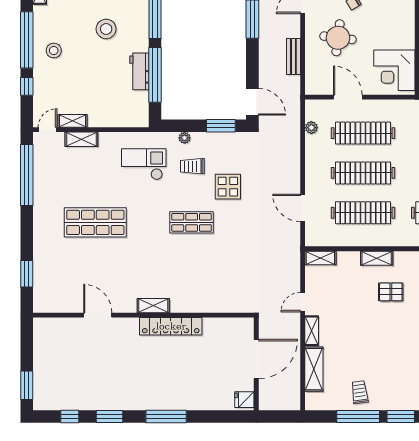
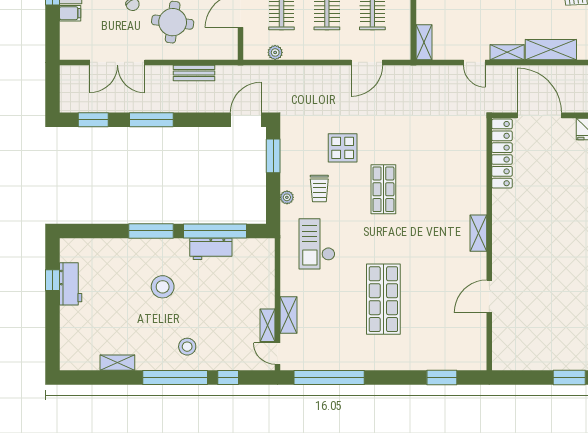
locker: (171, 326) -> (502, 154), moved

